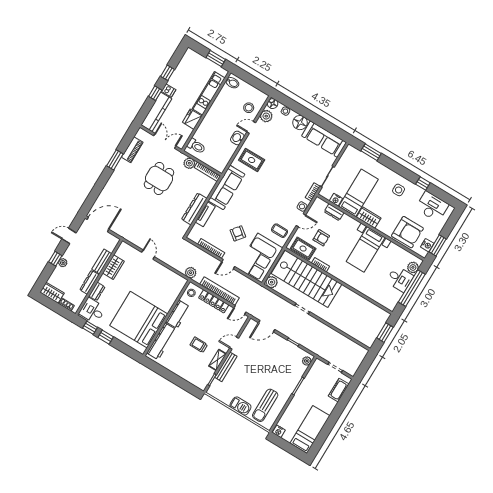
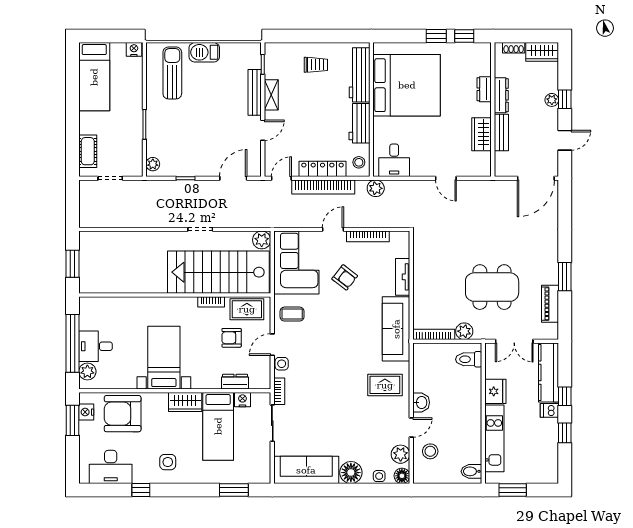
dining table: (159, 178) -> (492, 287), width x1.38
dresser: (194, 209) -> (421, 275), removed
desk: (92, 311) -> (394, 160), moved, turned 90
trolley: (199, 345) -> (316, 65), moved

